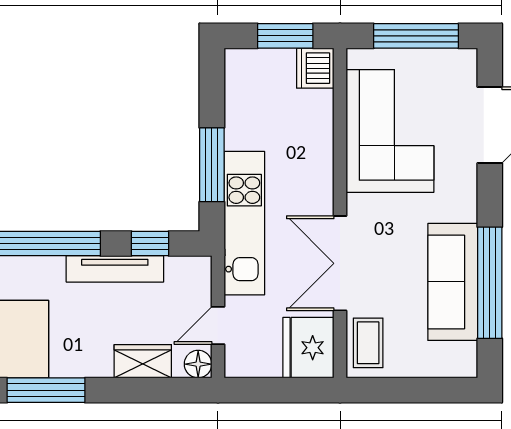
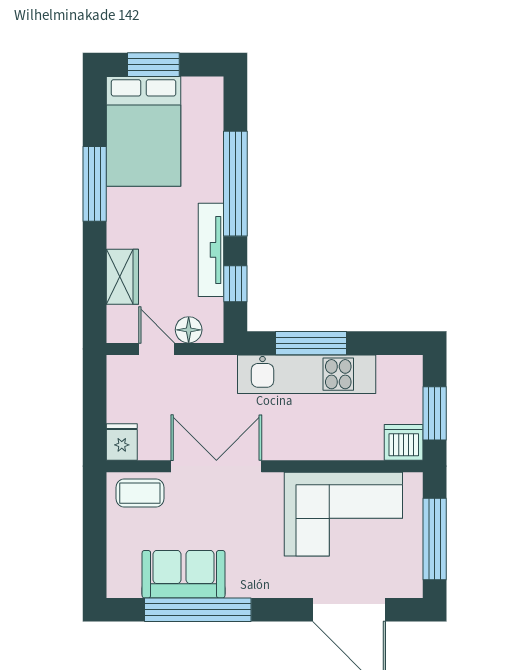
kitchen unit: (244, 223) -> (307, 374), moved
sofa: (453, 282) -> (184, 574), width x0.73
fridge: (308, 348) -> (122, 442), width x0.53, depth x0.75
floor lamp: (198, 364) -> (189, 330), moved

